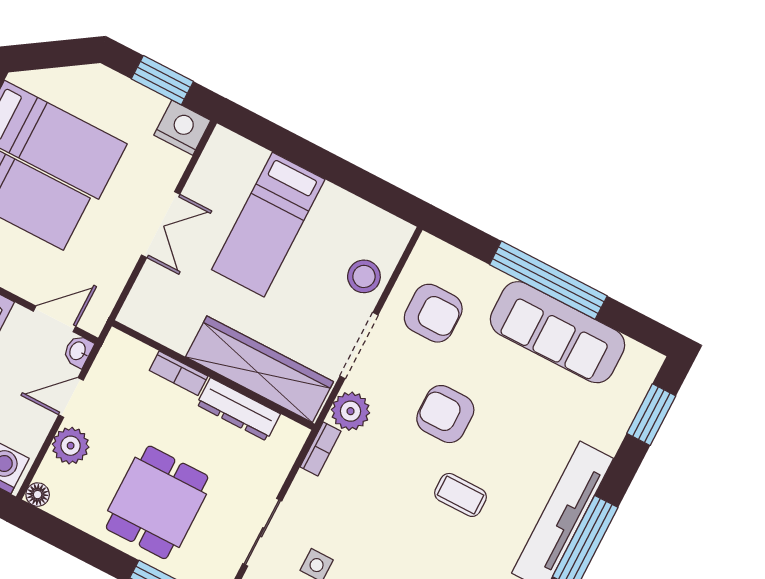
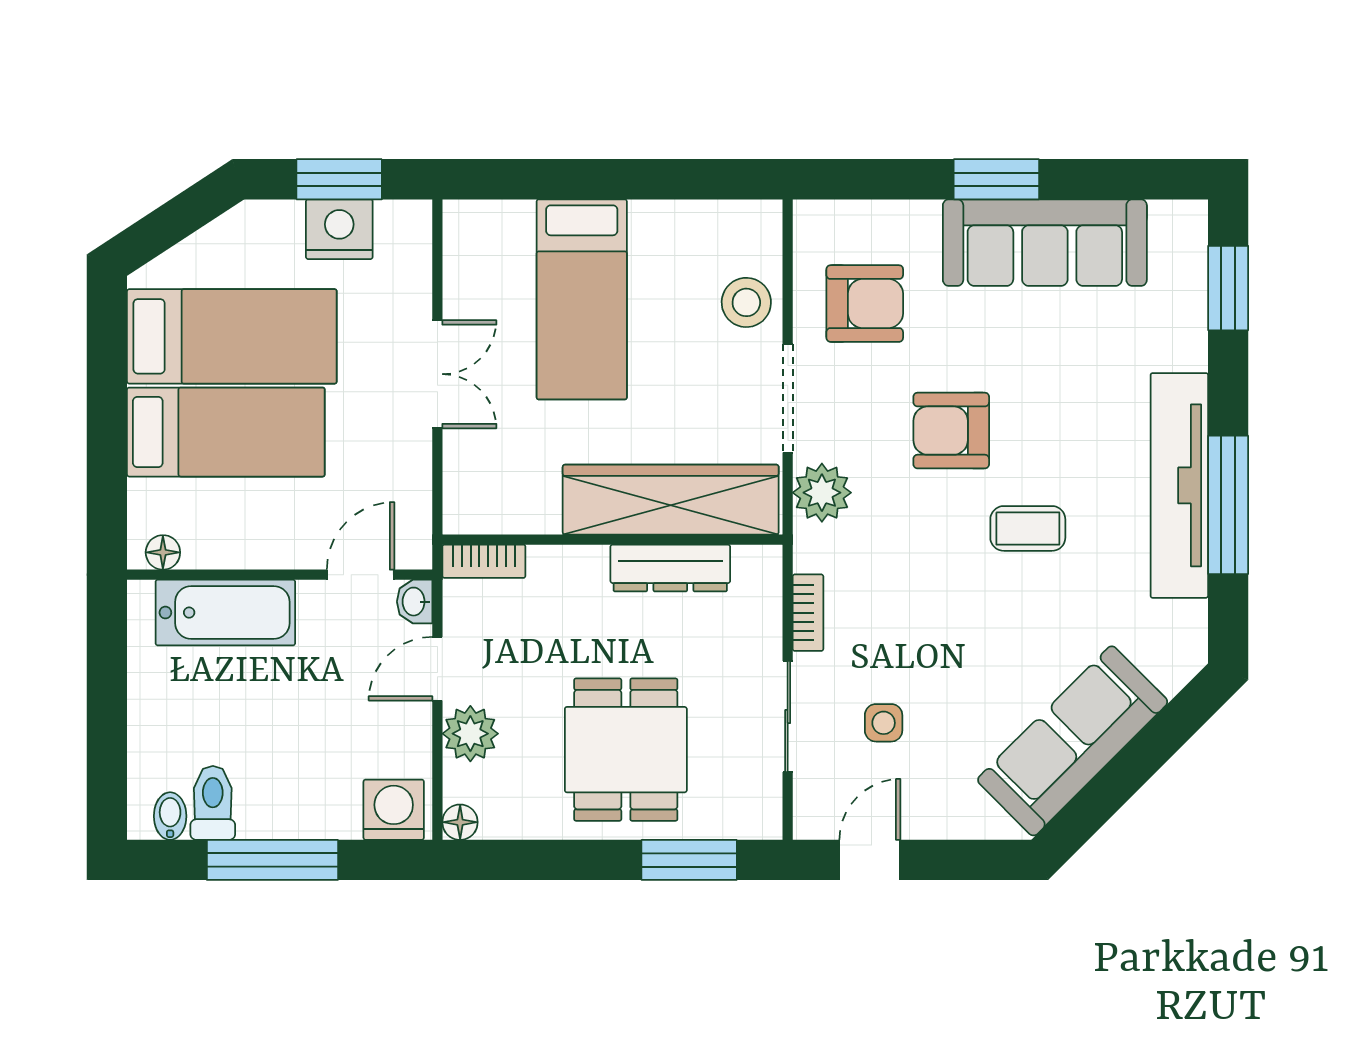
nightstand: (182, 128) -> (339, 229), moved
window: (548, 280) -> (996, 179), width x0.47
bookcase: (179, 373) -> (484, 561), moved
bookcase: (321, 449) -> (808, 613), moved

